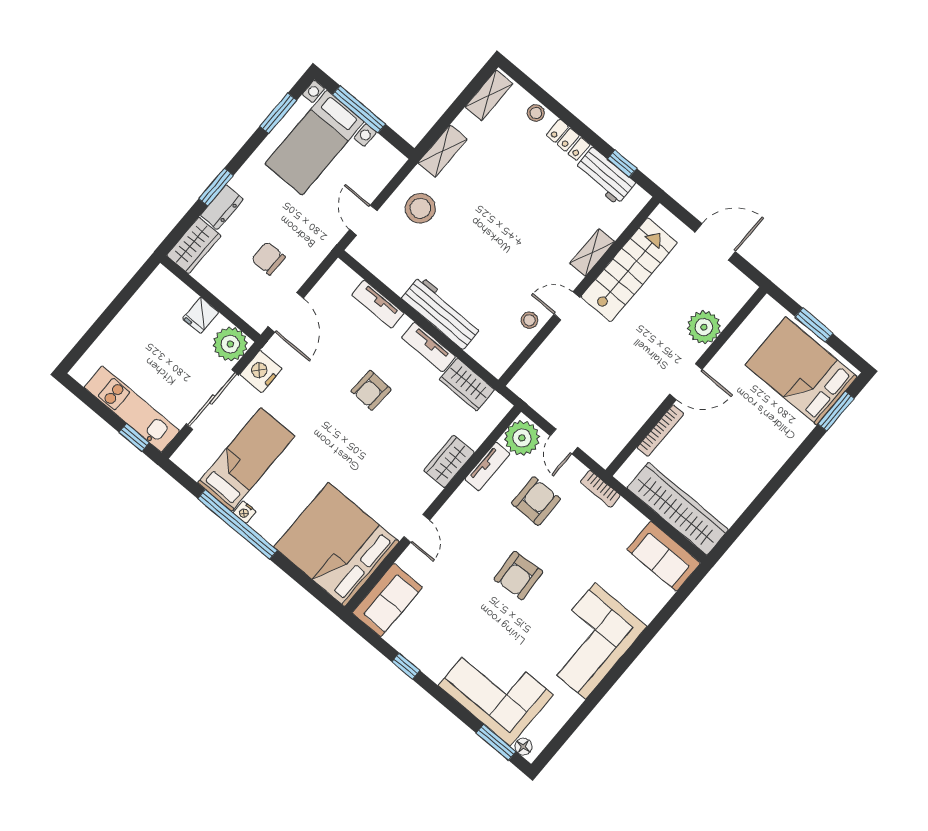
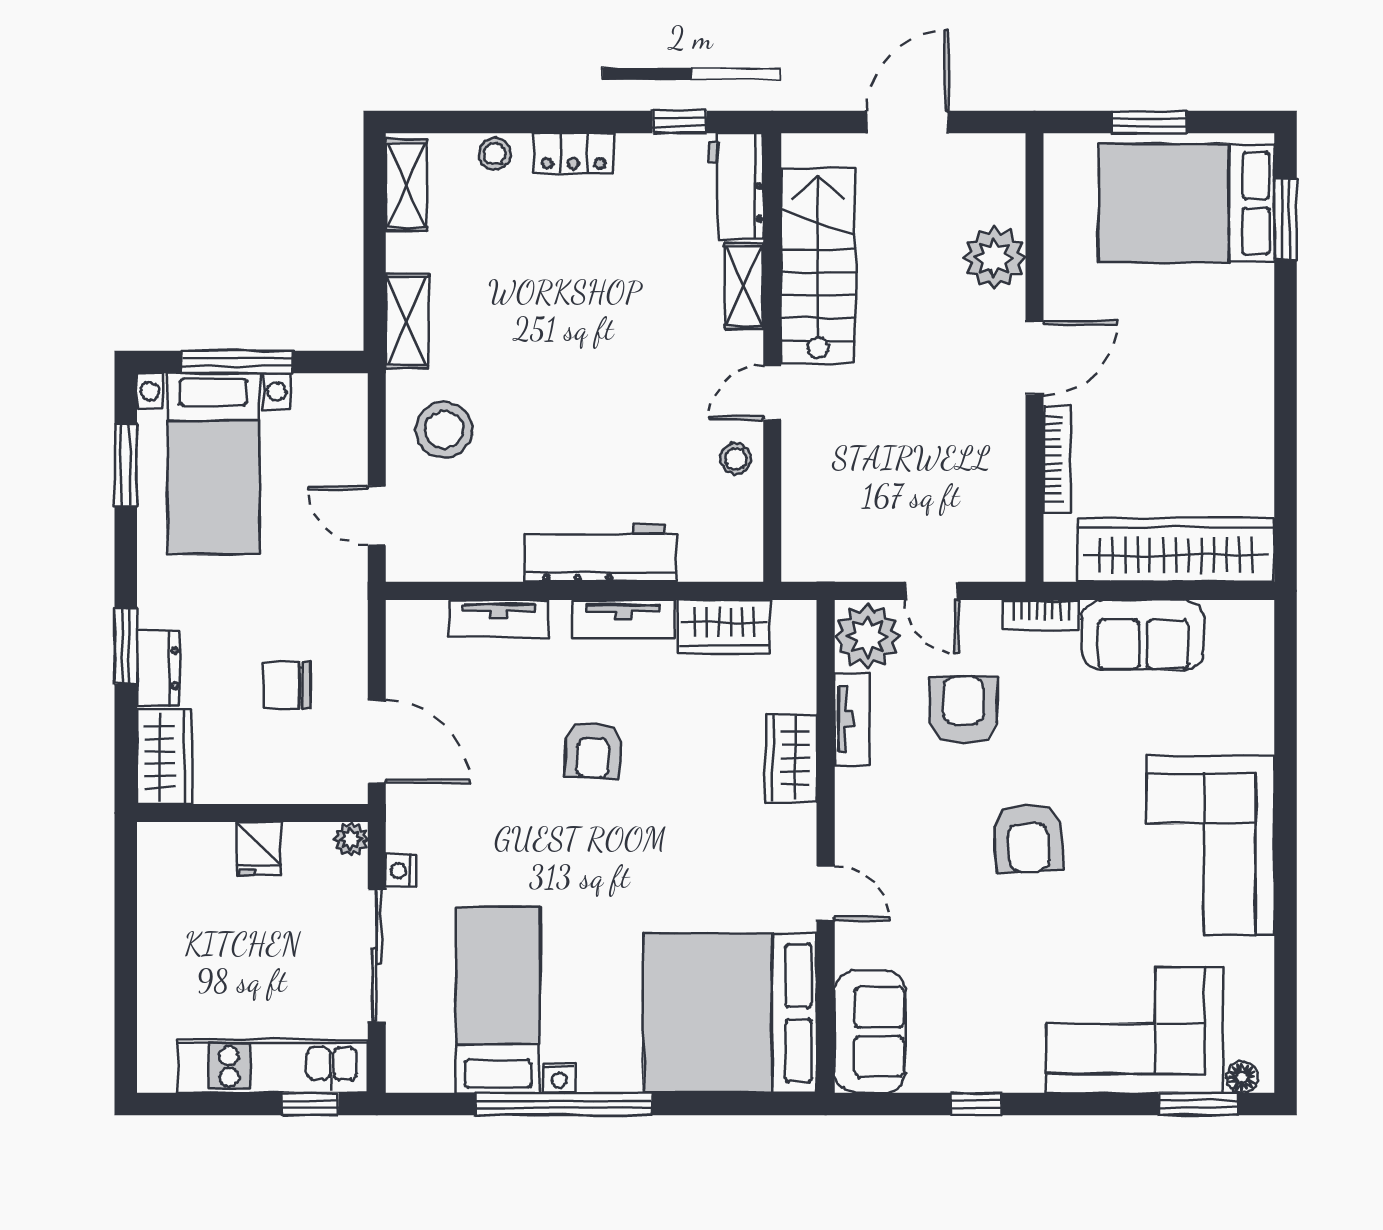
workbench: (605, 176) -> (736, 186), moved, turned 90
plant: (230, 344) -> (351, 839), width x0.53, depth x0.53
nightstand: (261, 372) -> (401, 871), width x0.53, depth x0.56
sofa: (664, 556) -> (1143, 635), moved

